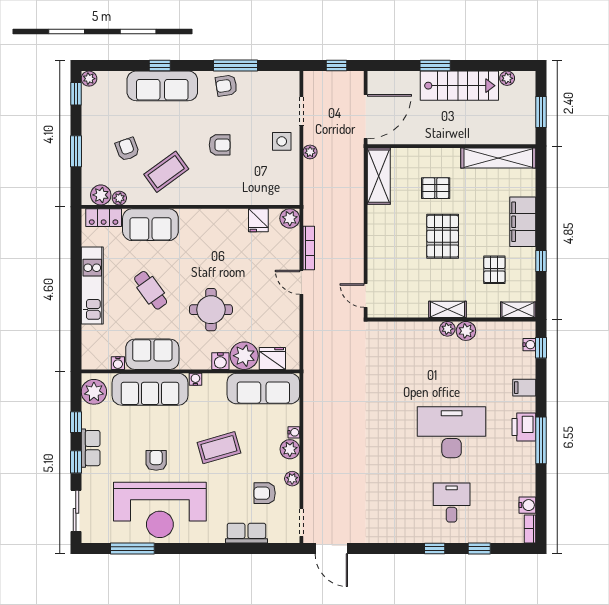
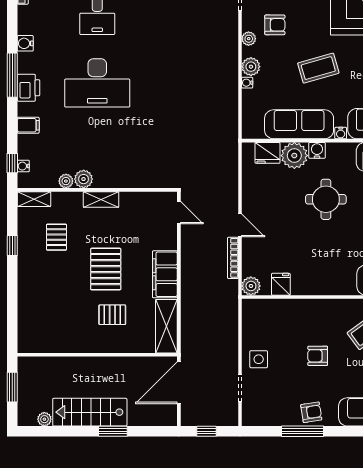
plant: (310, 152) -> (232, 349), removed
shelving: (498, 158) -> (53, 343), removed
filing cabinet: (523, 222) -> (165, 274), moved, turned 180
plant: (447, 329) -> (66, 181), moved
sofa: (263, 389) -> (299, 124), moved
water cooler: (527, 505) -> (25, 43), moved

